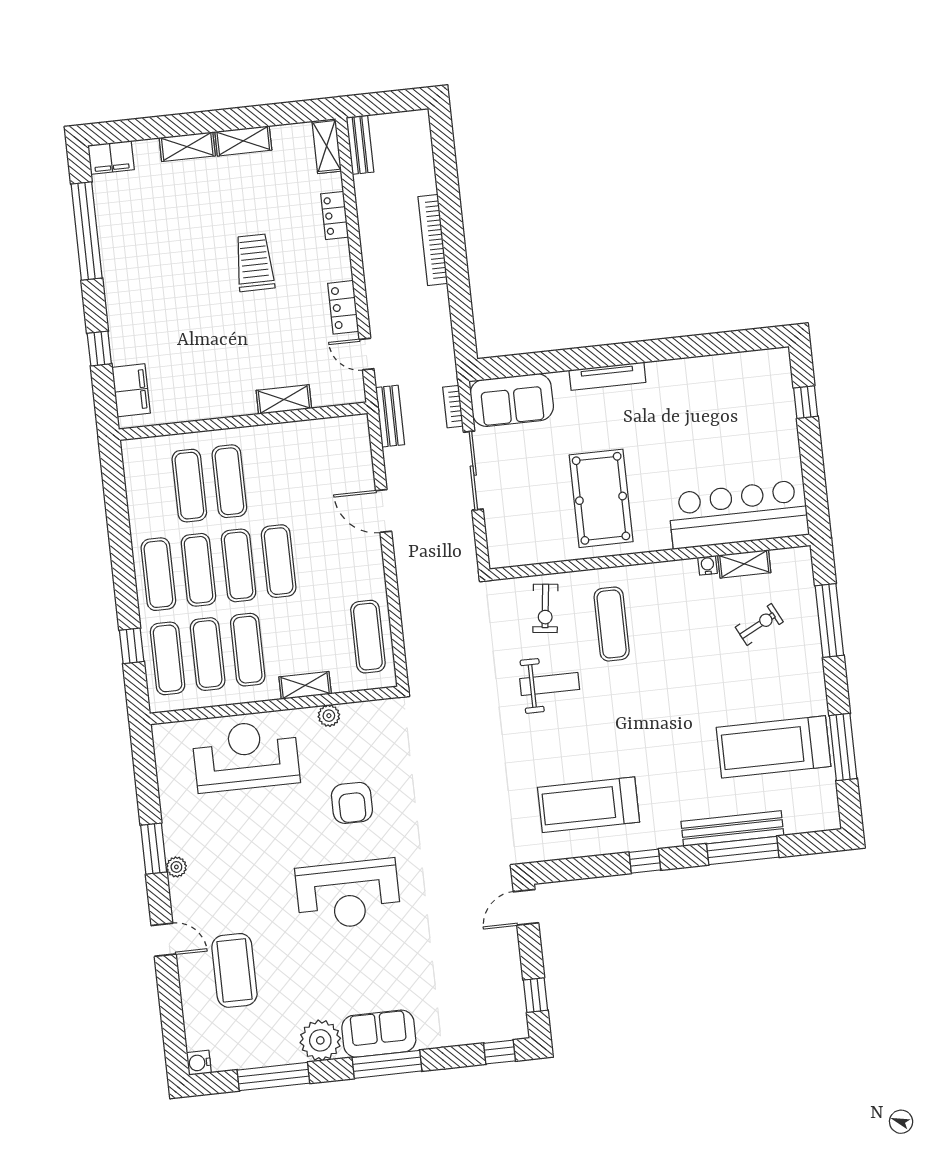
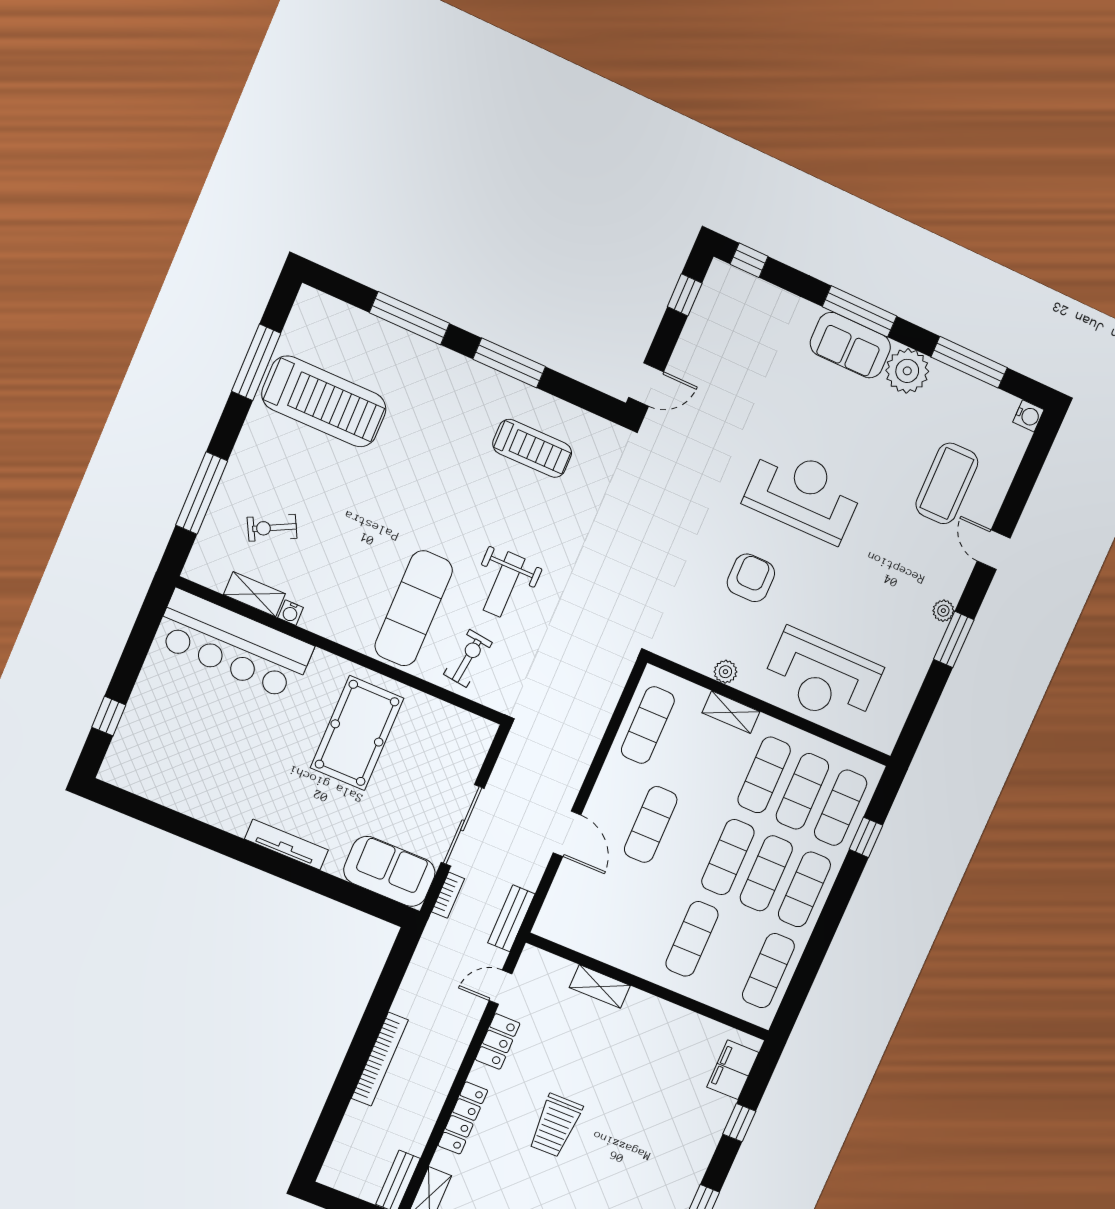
locker: (335, 215) -> (463, 1118), width x1.53
door: (367, 354) -> (500, 987), swing flipped
exercise mat: (189, 486) -> (768, 971), moved
exercise mat: (279, 561) -> (651, 824), moved
exercise mat: (612, 624) -> (414, 608), width x1.36, depth x1.45
weight bench: (550, 684) -> (504, 584), turned -90
treadmill: (589, 805) -> (532, 448), width x0.73, depth x0.73
bench: (732, 829) -> (408, 345), removed
window: (645, 861) -> (509, 363), width x2.17

